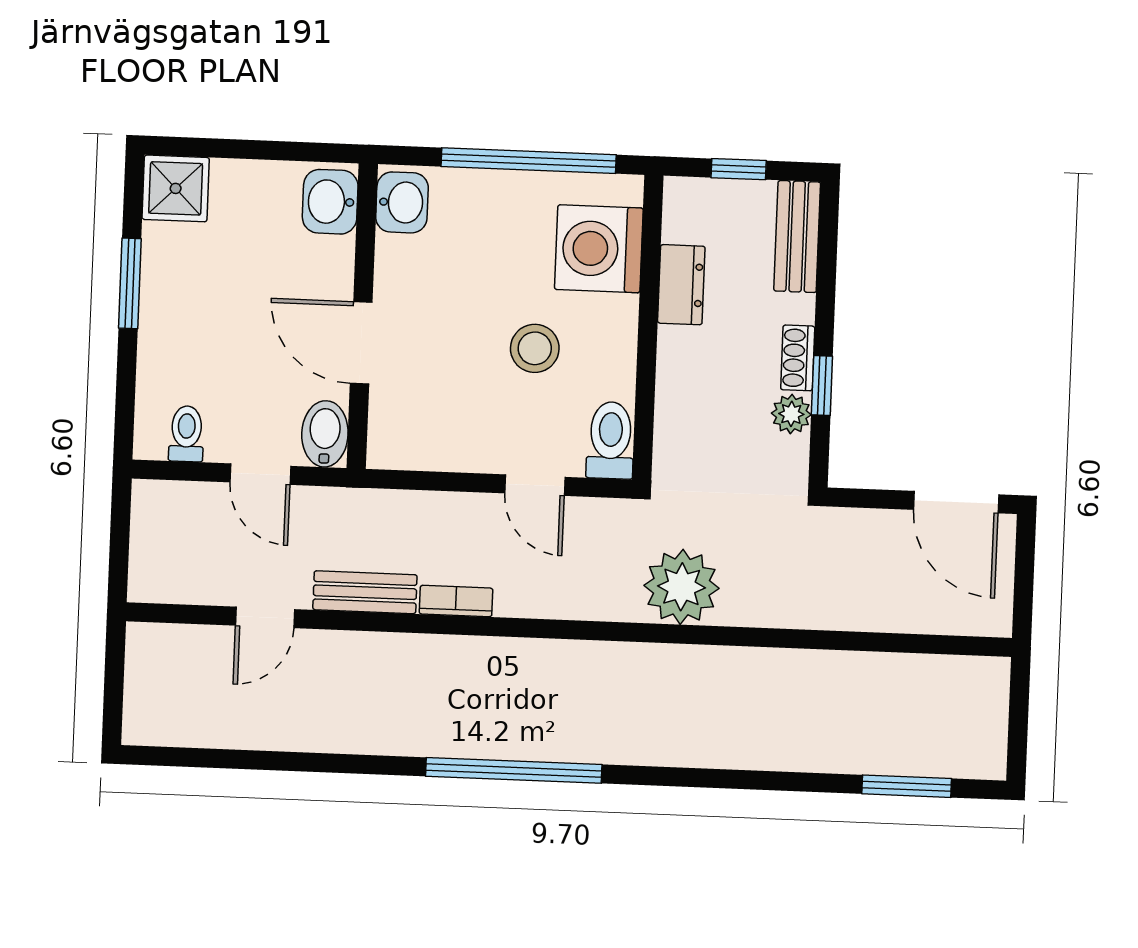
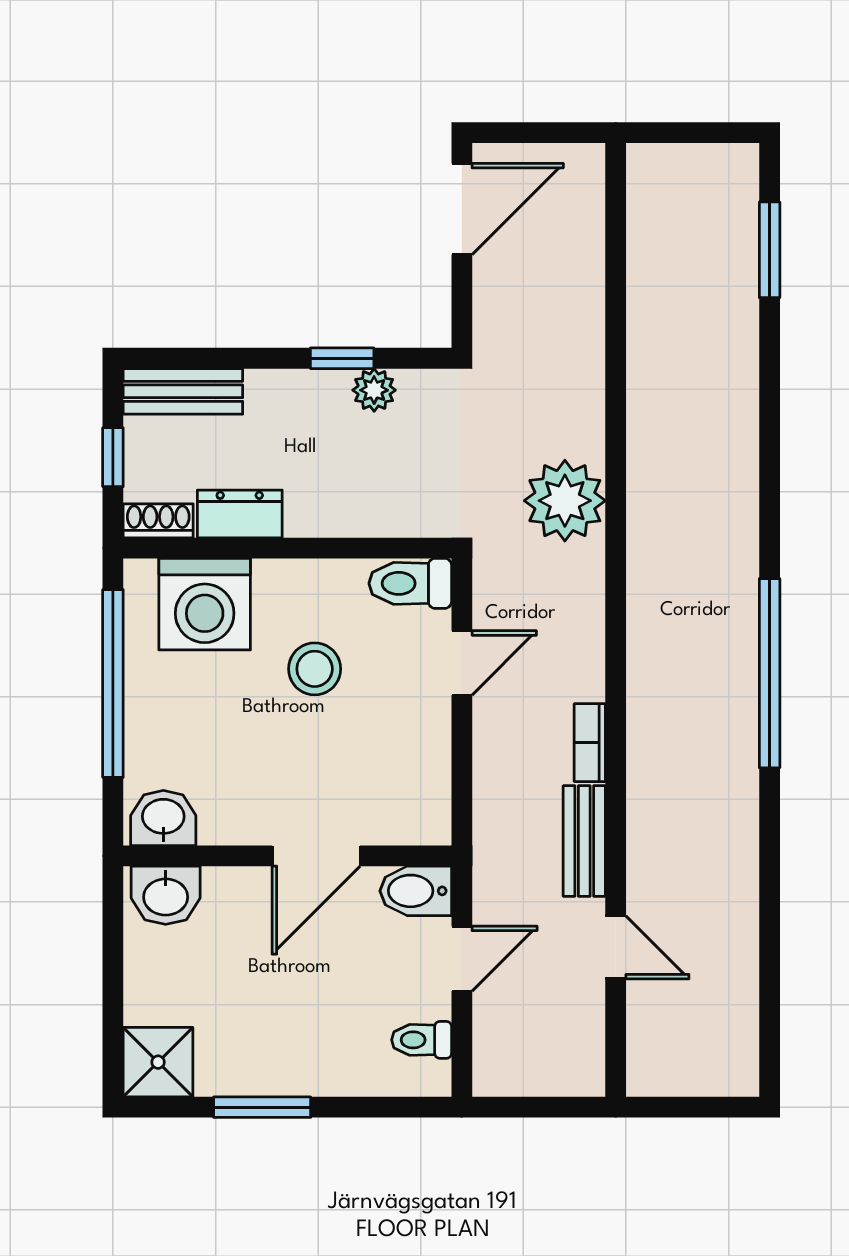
shoe rack: (798, 358) -> (158, 521), moved, turned 180

